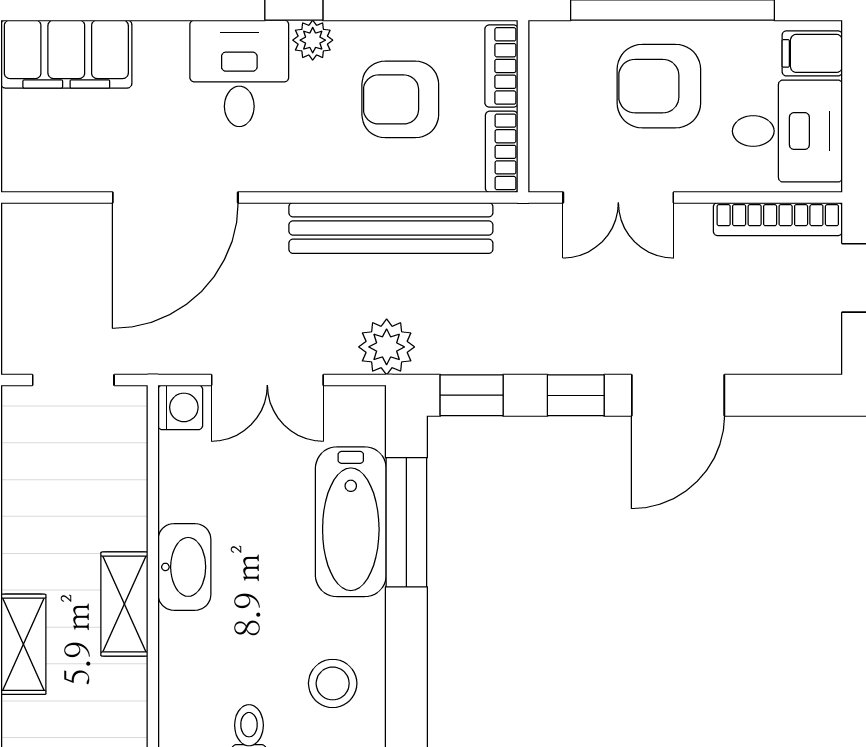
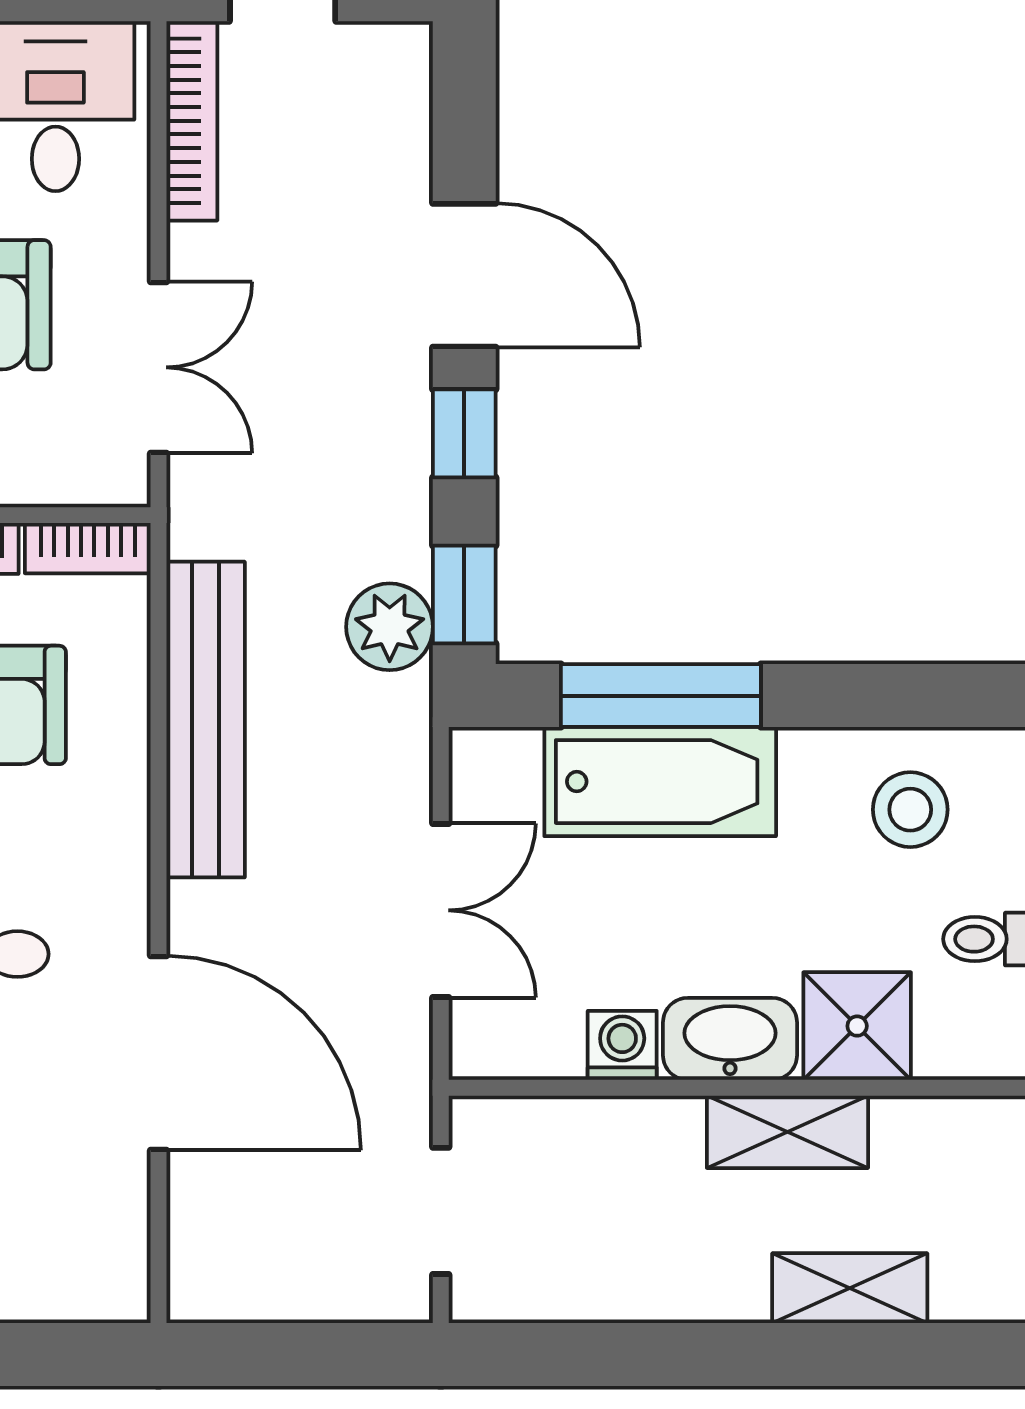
plant: (387, 347) -> (390, 627), moved
washing machine: (180, 407) -> (622, 1045), moved
shower: (193, 649) -> (857, 1026), added

